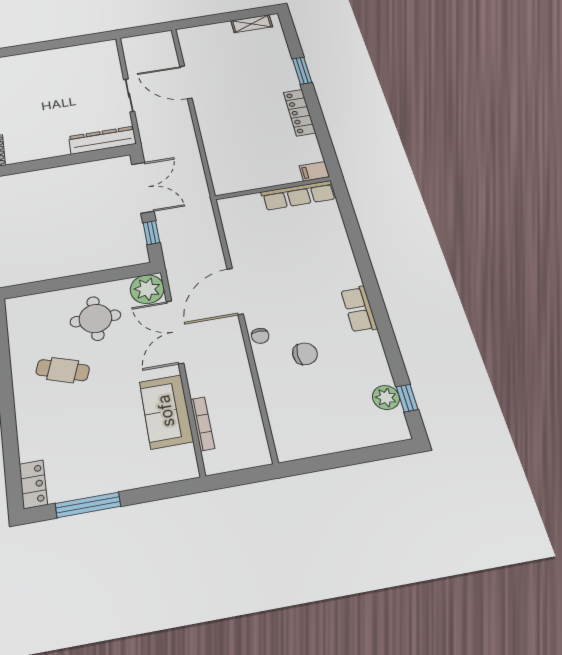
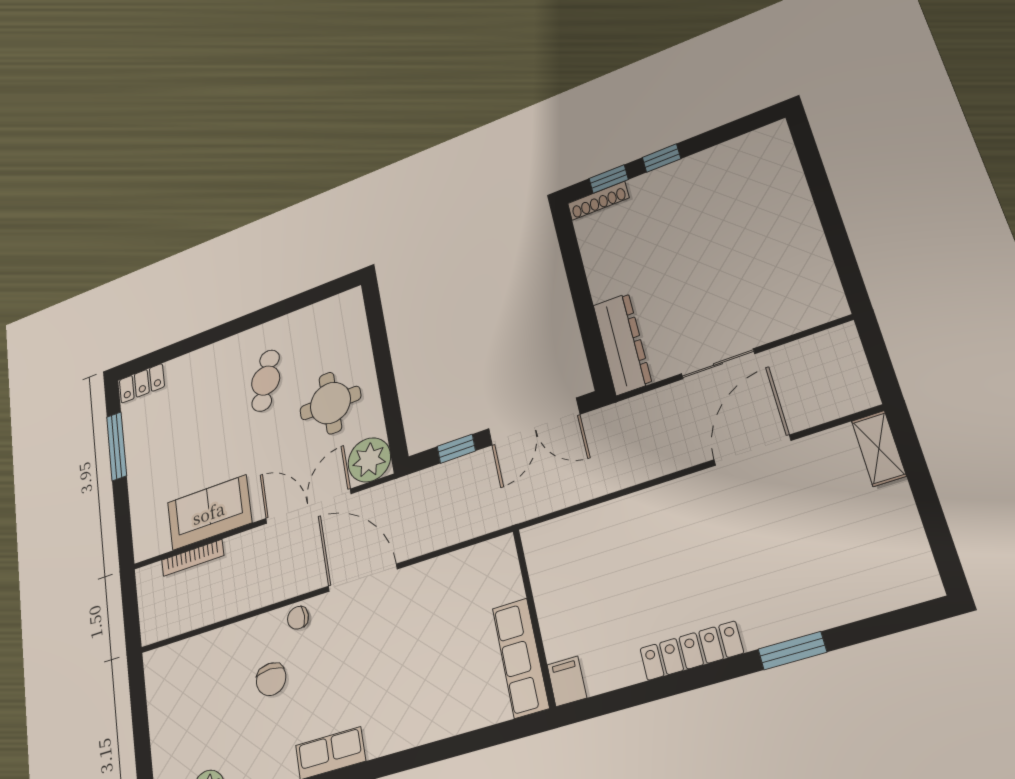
shelving: (252, 24) -> (879, 448), moved

